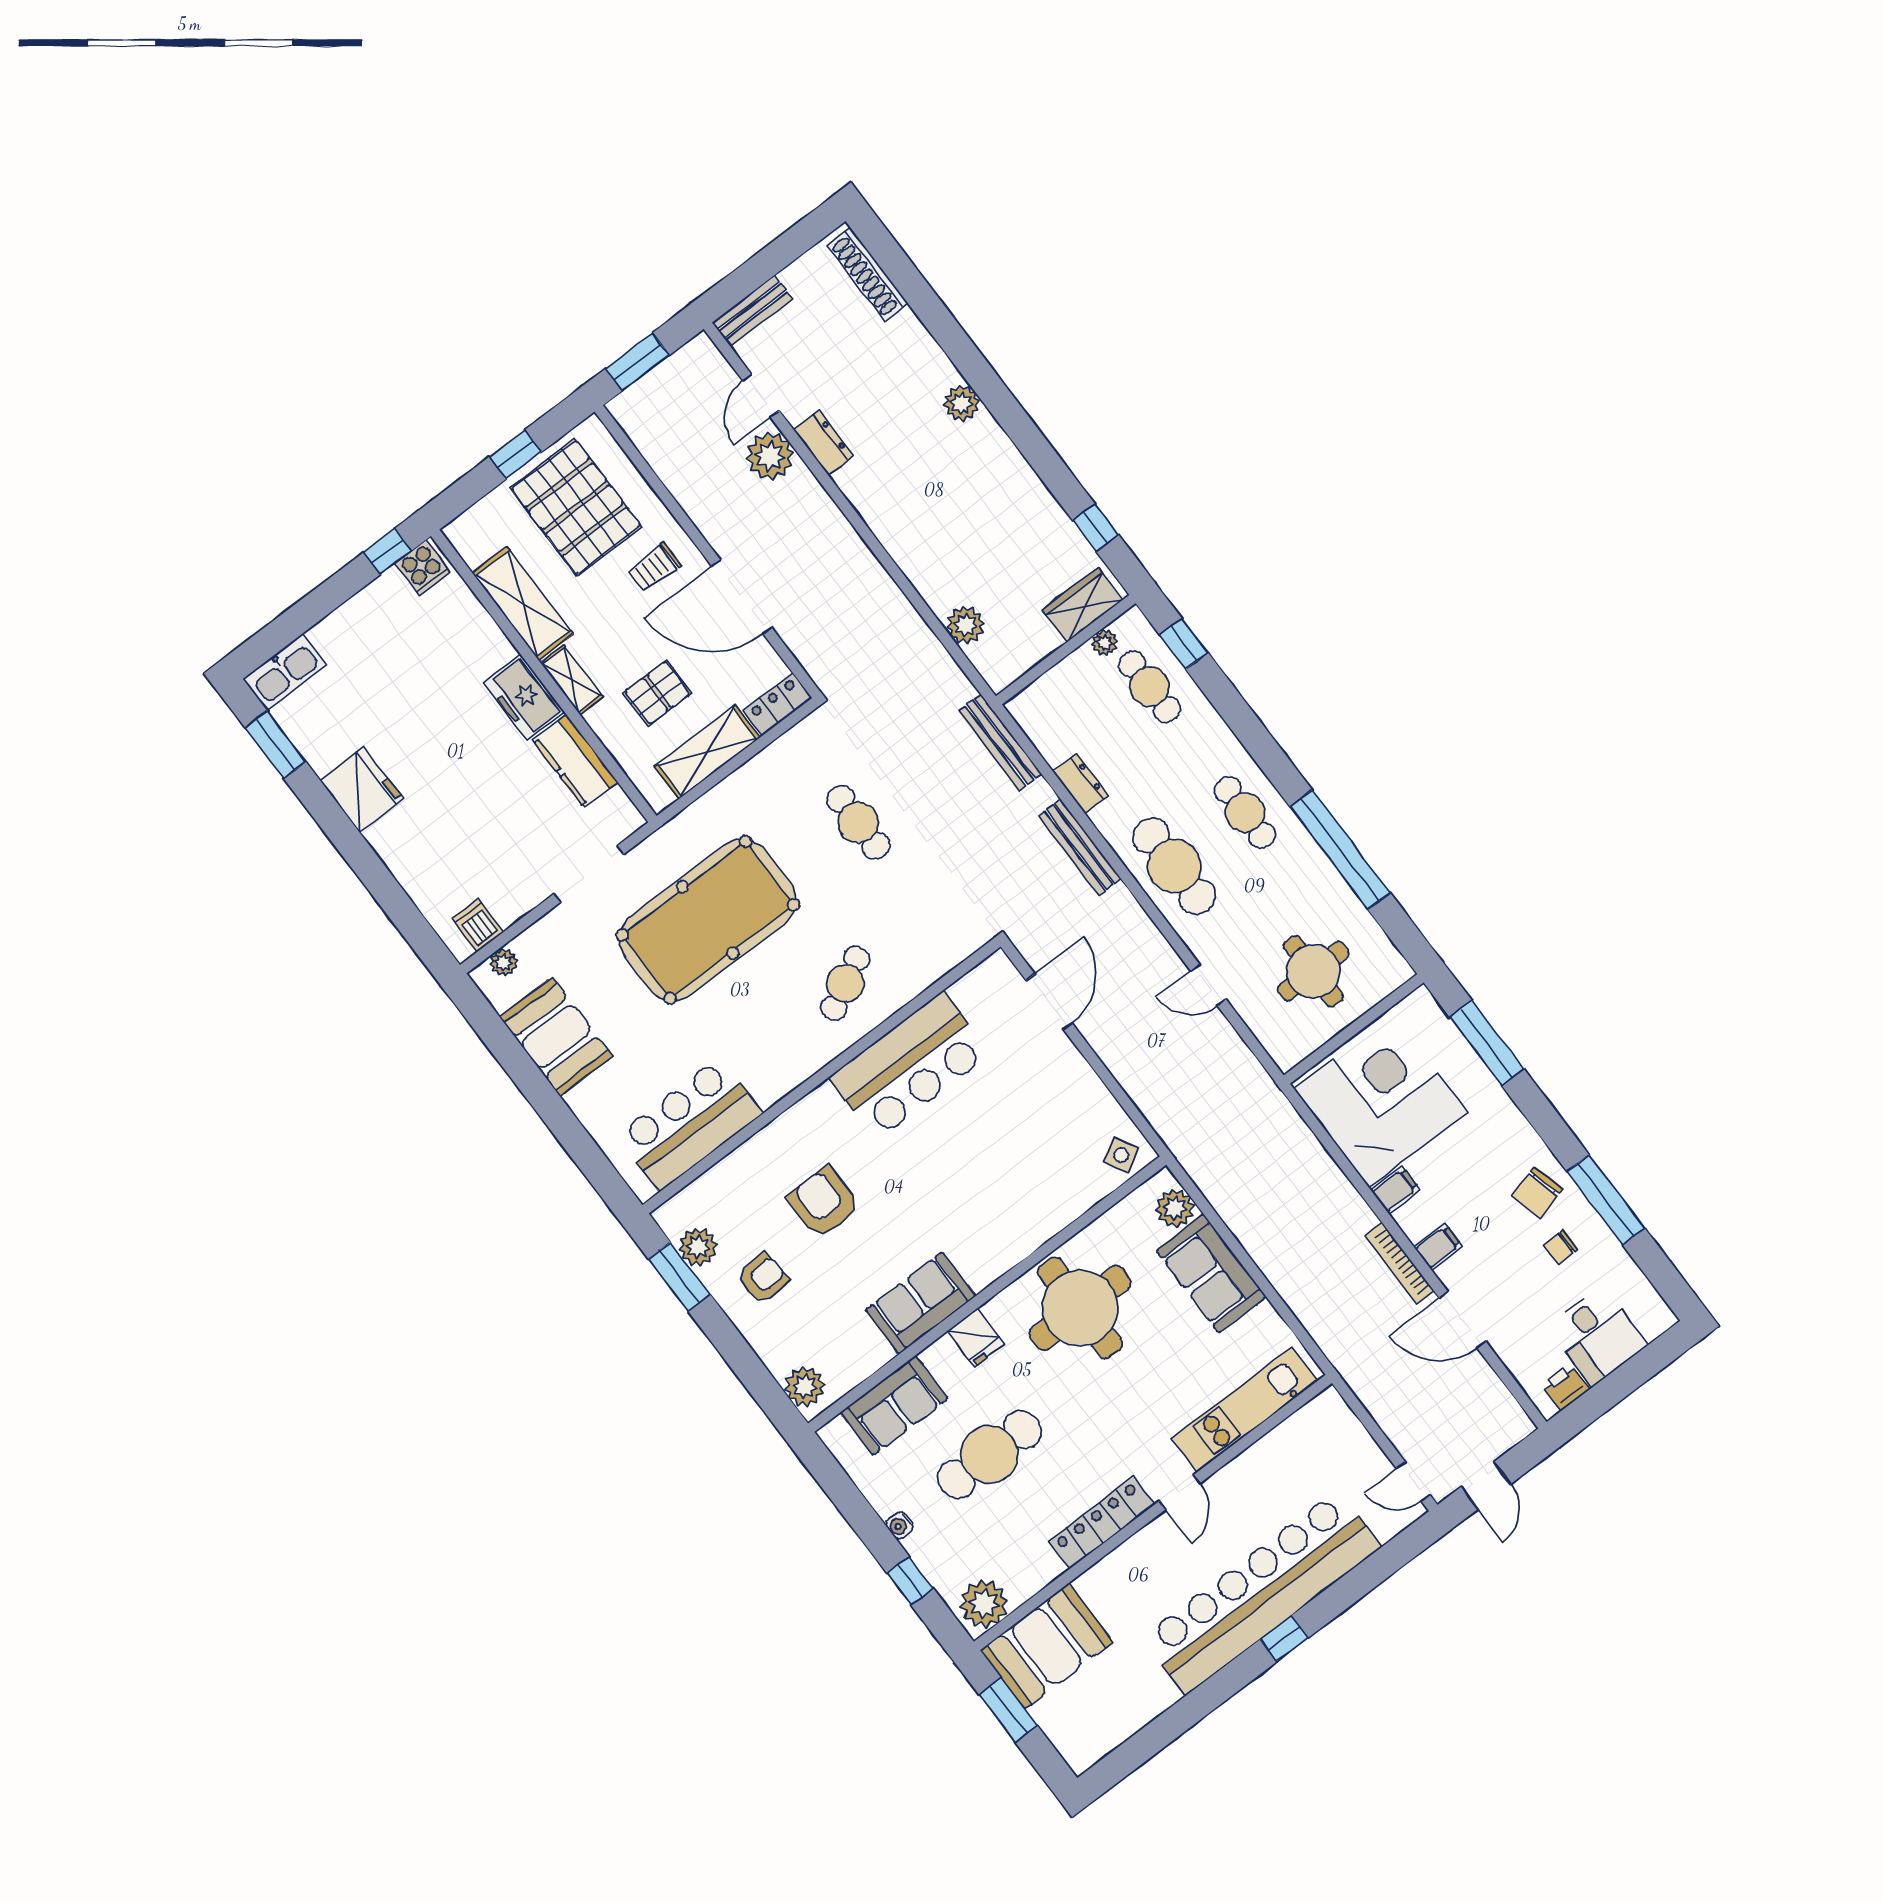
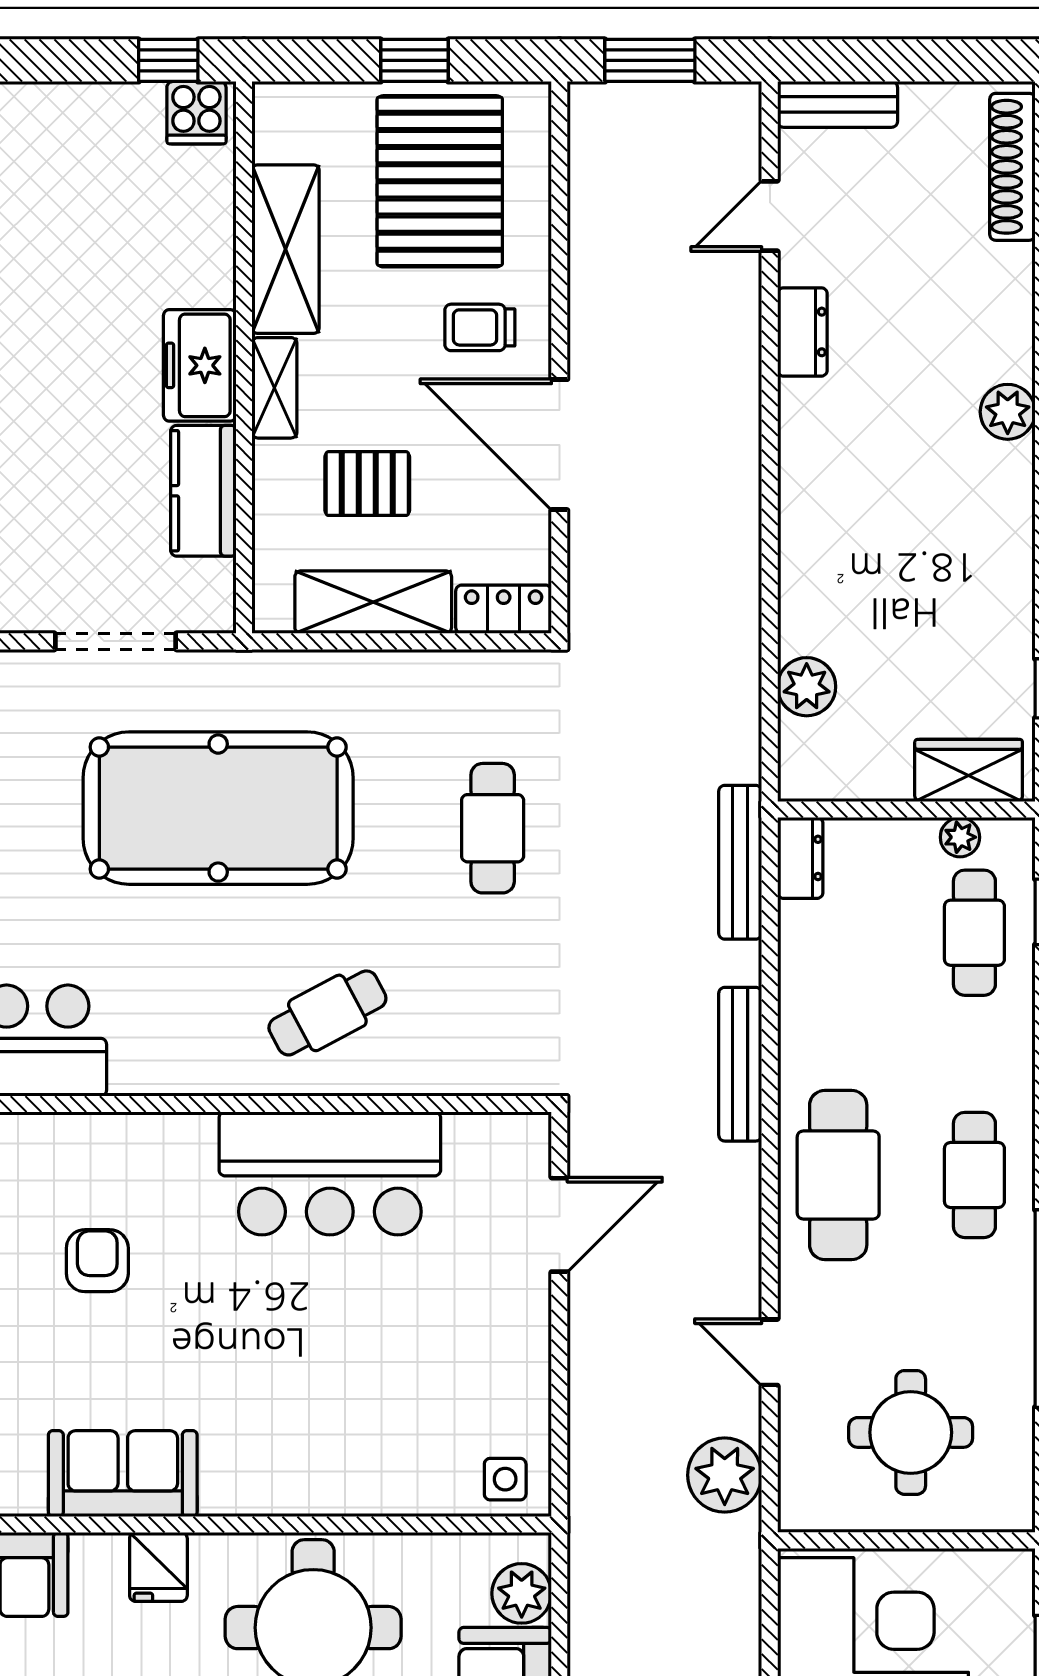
plant: (770, 456) -> (725, 1475), moved
dresser: (1080, 783) -> (800, 858), moved
side table: (1121, 1155) -> (505, 1479), turned 30
armchair: (823, 1202) -> (97, 1261), width x0.72, depth x0.72

